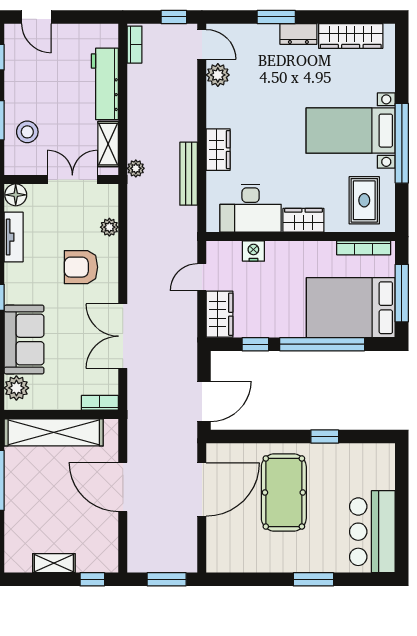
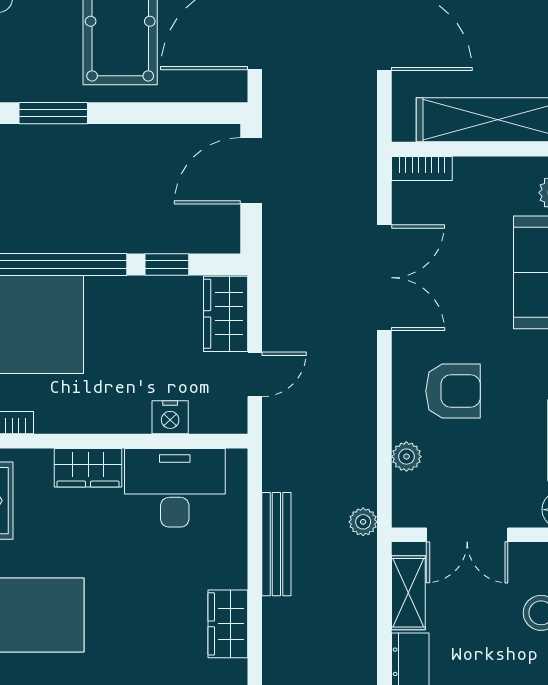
wardrobe: (218, 150) -> (228, 624), moved
plant: (136, 168) -> (363, 522), moved
window: (325, 437) -> (53, 113), width x1.50

